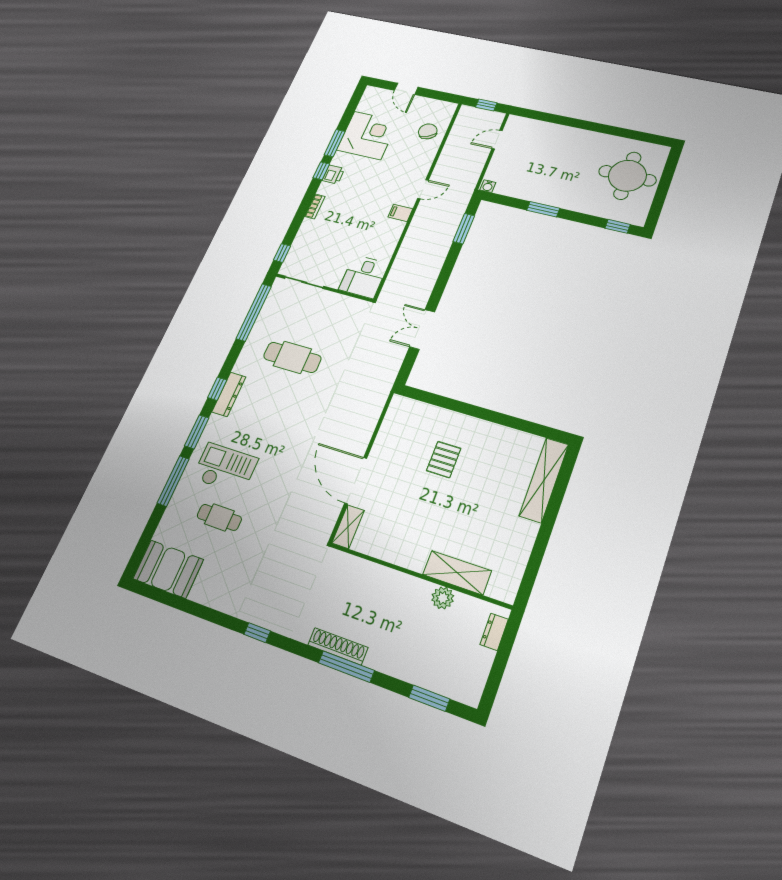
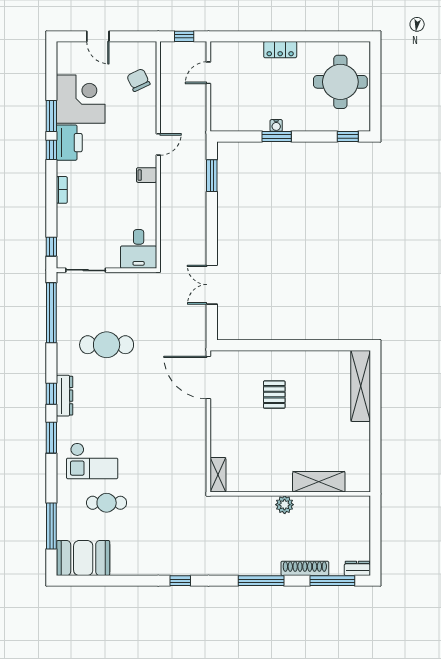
locker: (576, 135) -> (280, 50), added
printer: (333, 174) -> (69, 143), width x1.87, depth x1.48
water cooler: (488, 186) -> (276, 125), moved
checkout: (225, 468) -> (92, 461), turned 180
window: (173, 481) -> (51, 526), moved
door: (356, 481) -> (208, 377), moved
plant: (443, 598) -> (285, 505), moved
dresser: (494, 632) -> (357, 568), moved, turned 90
shoe rack: (338, 646) -> (305, 568), moved
window: (429, 698) -> (332, 581), width x1.44

